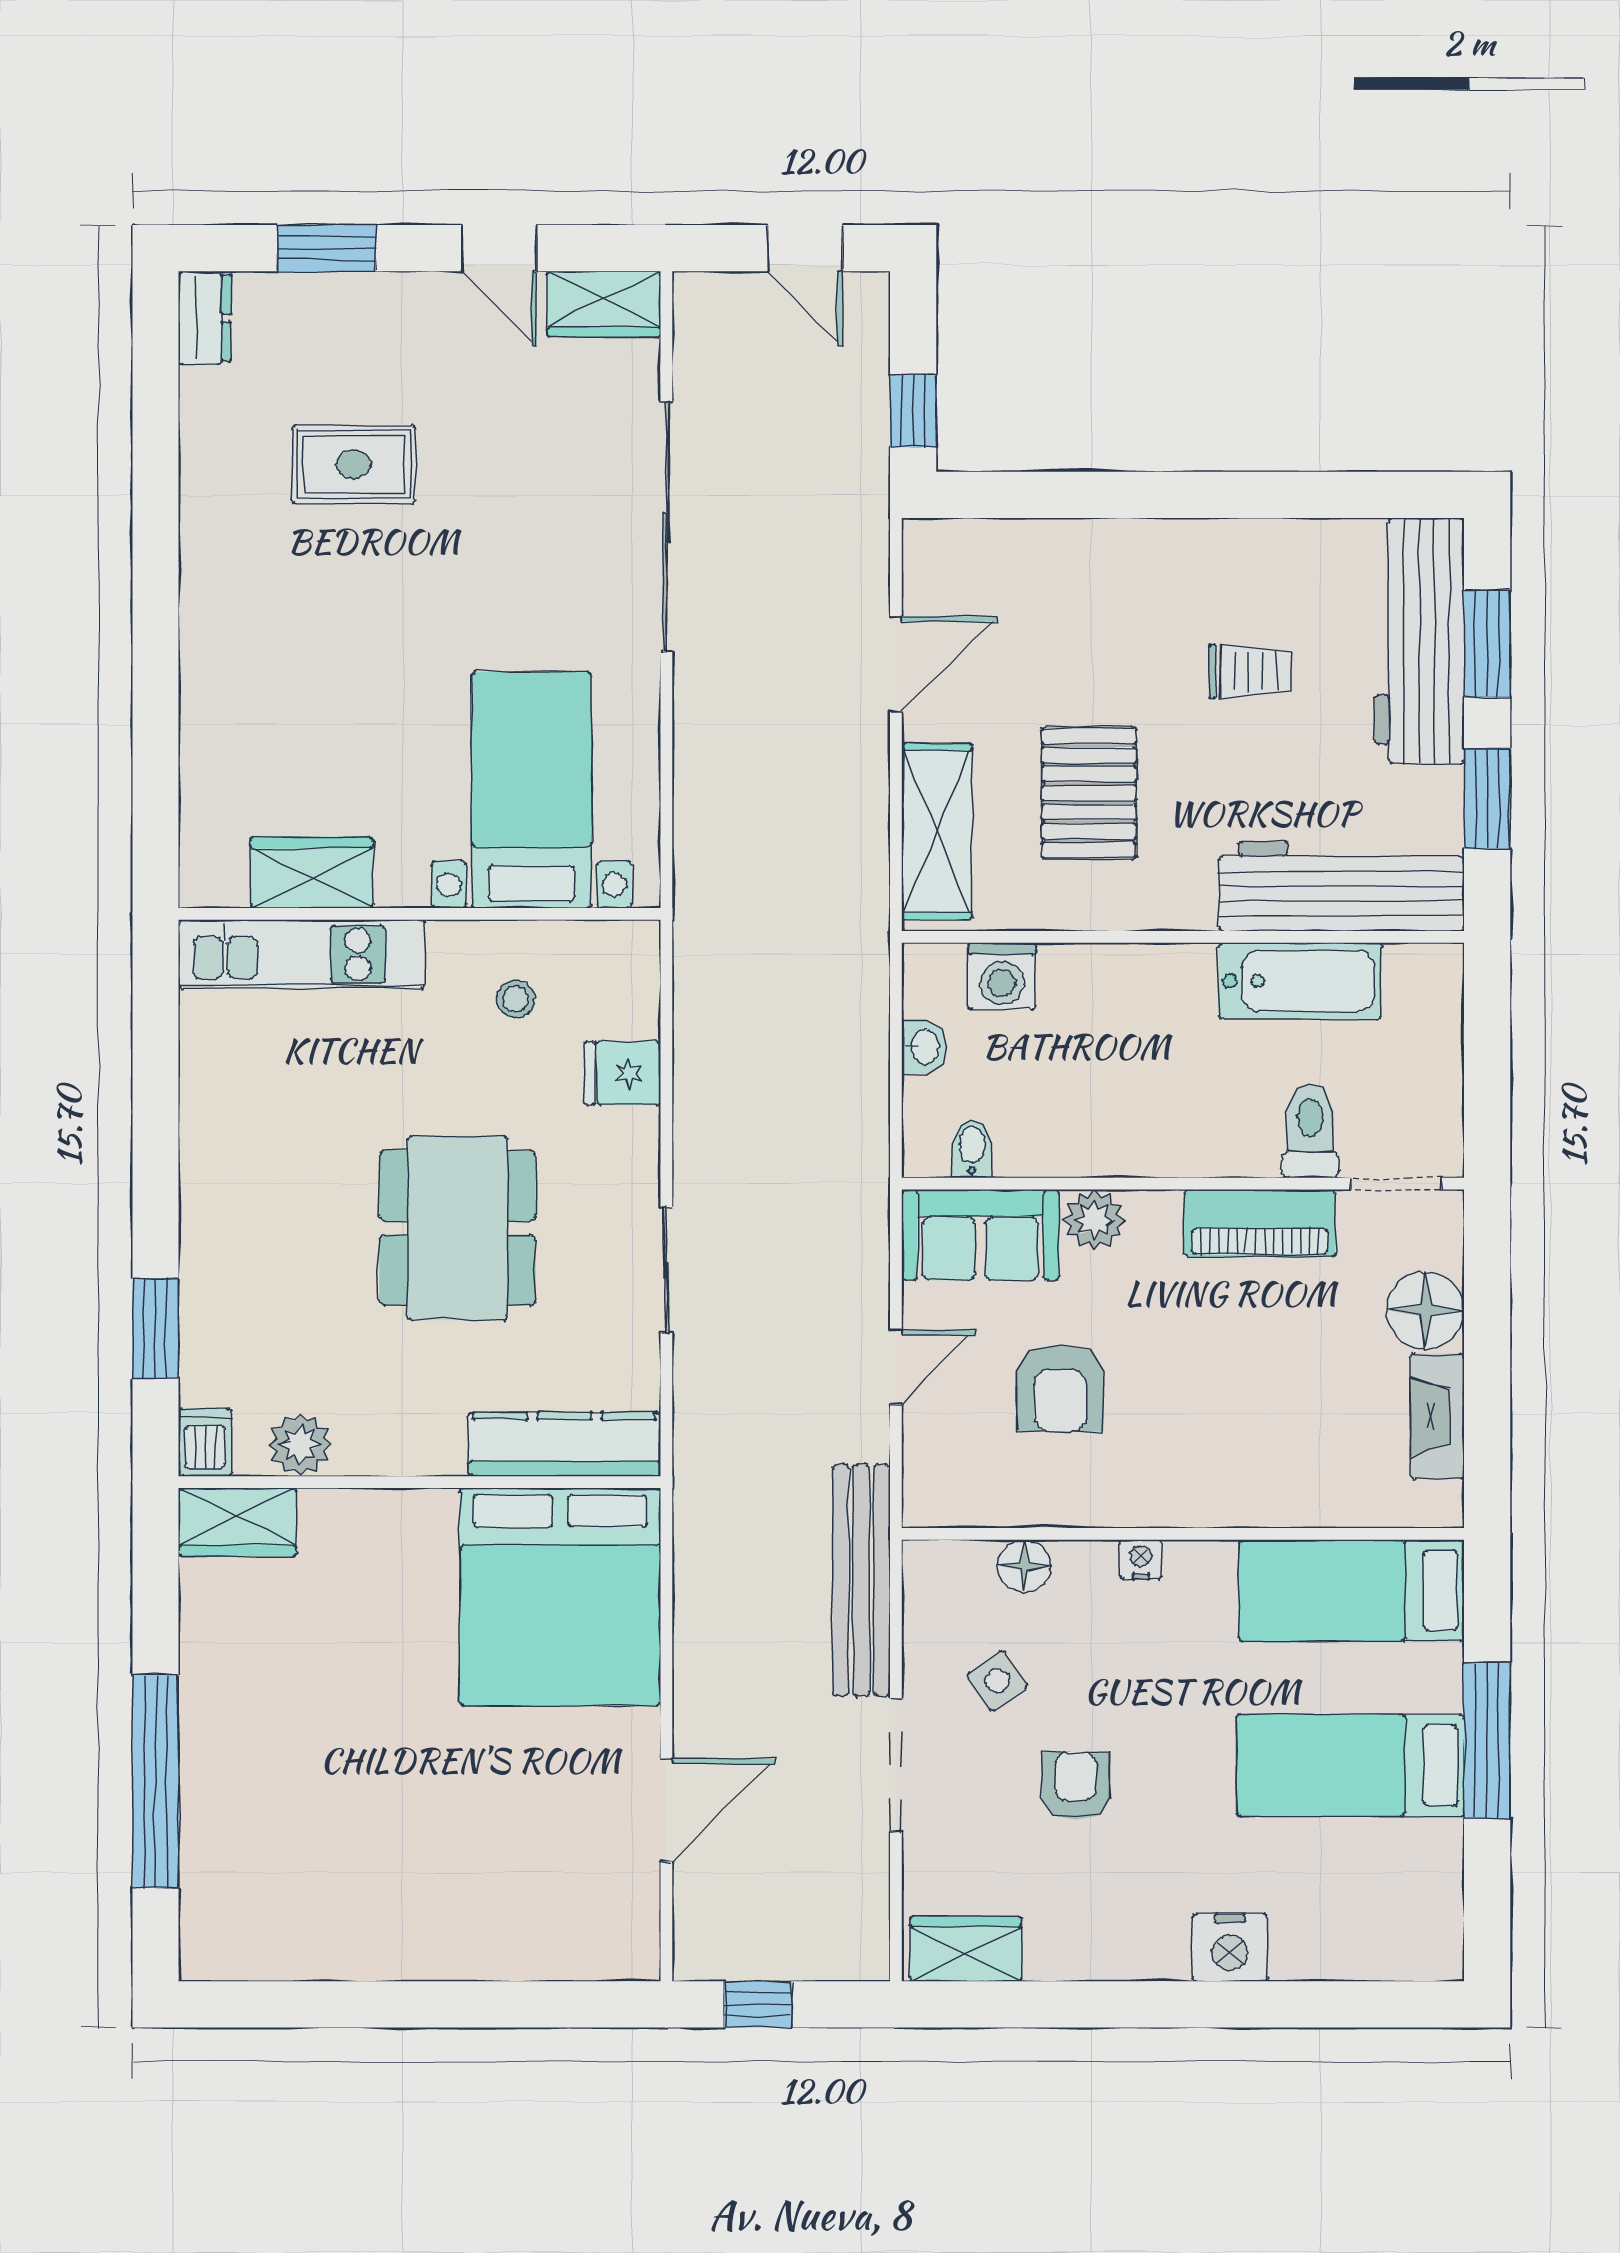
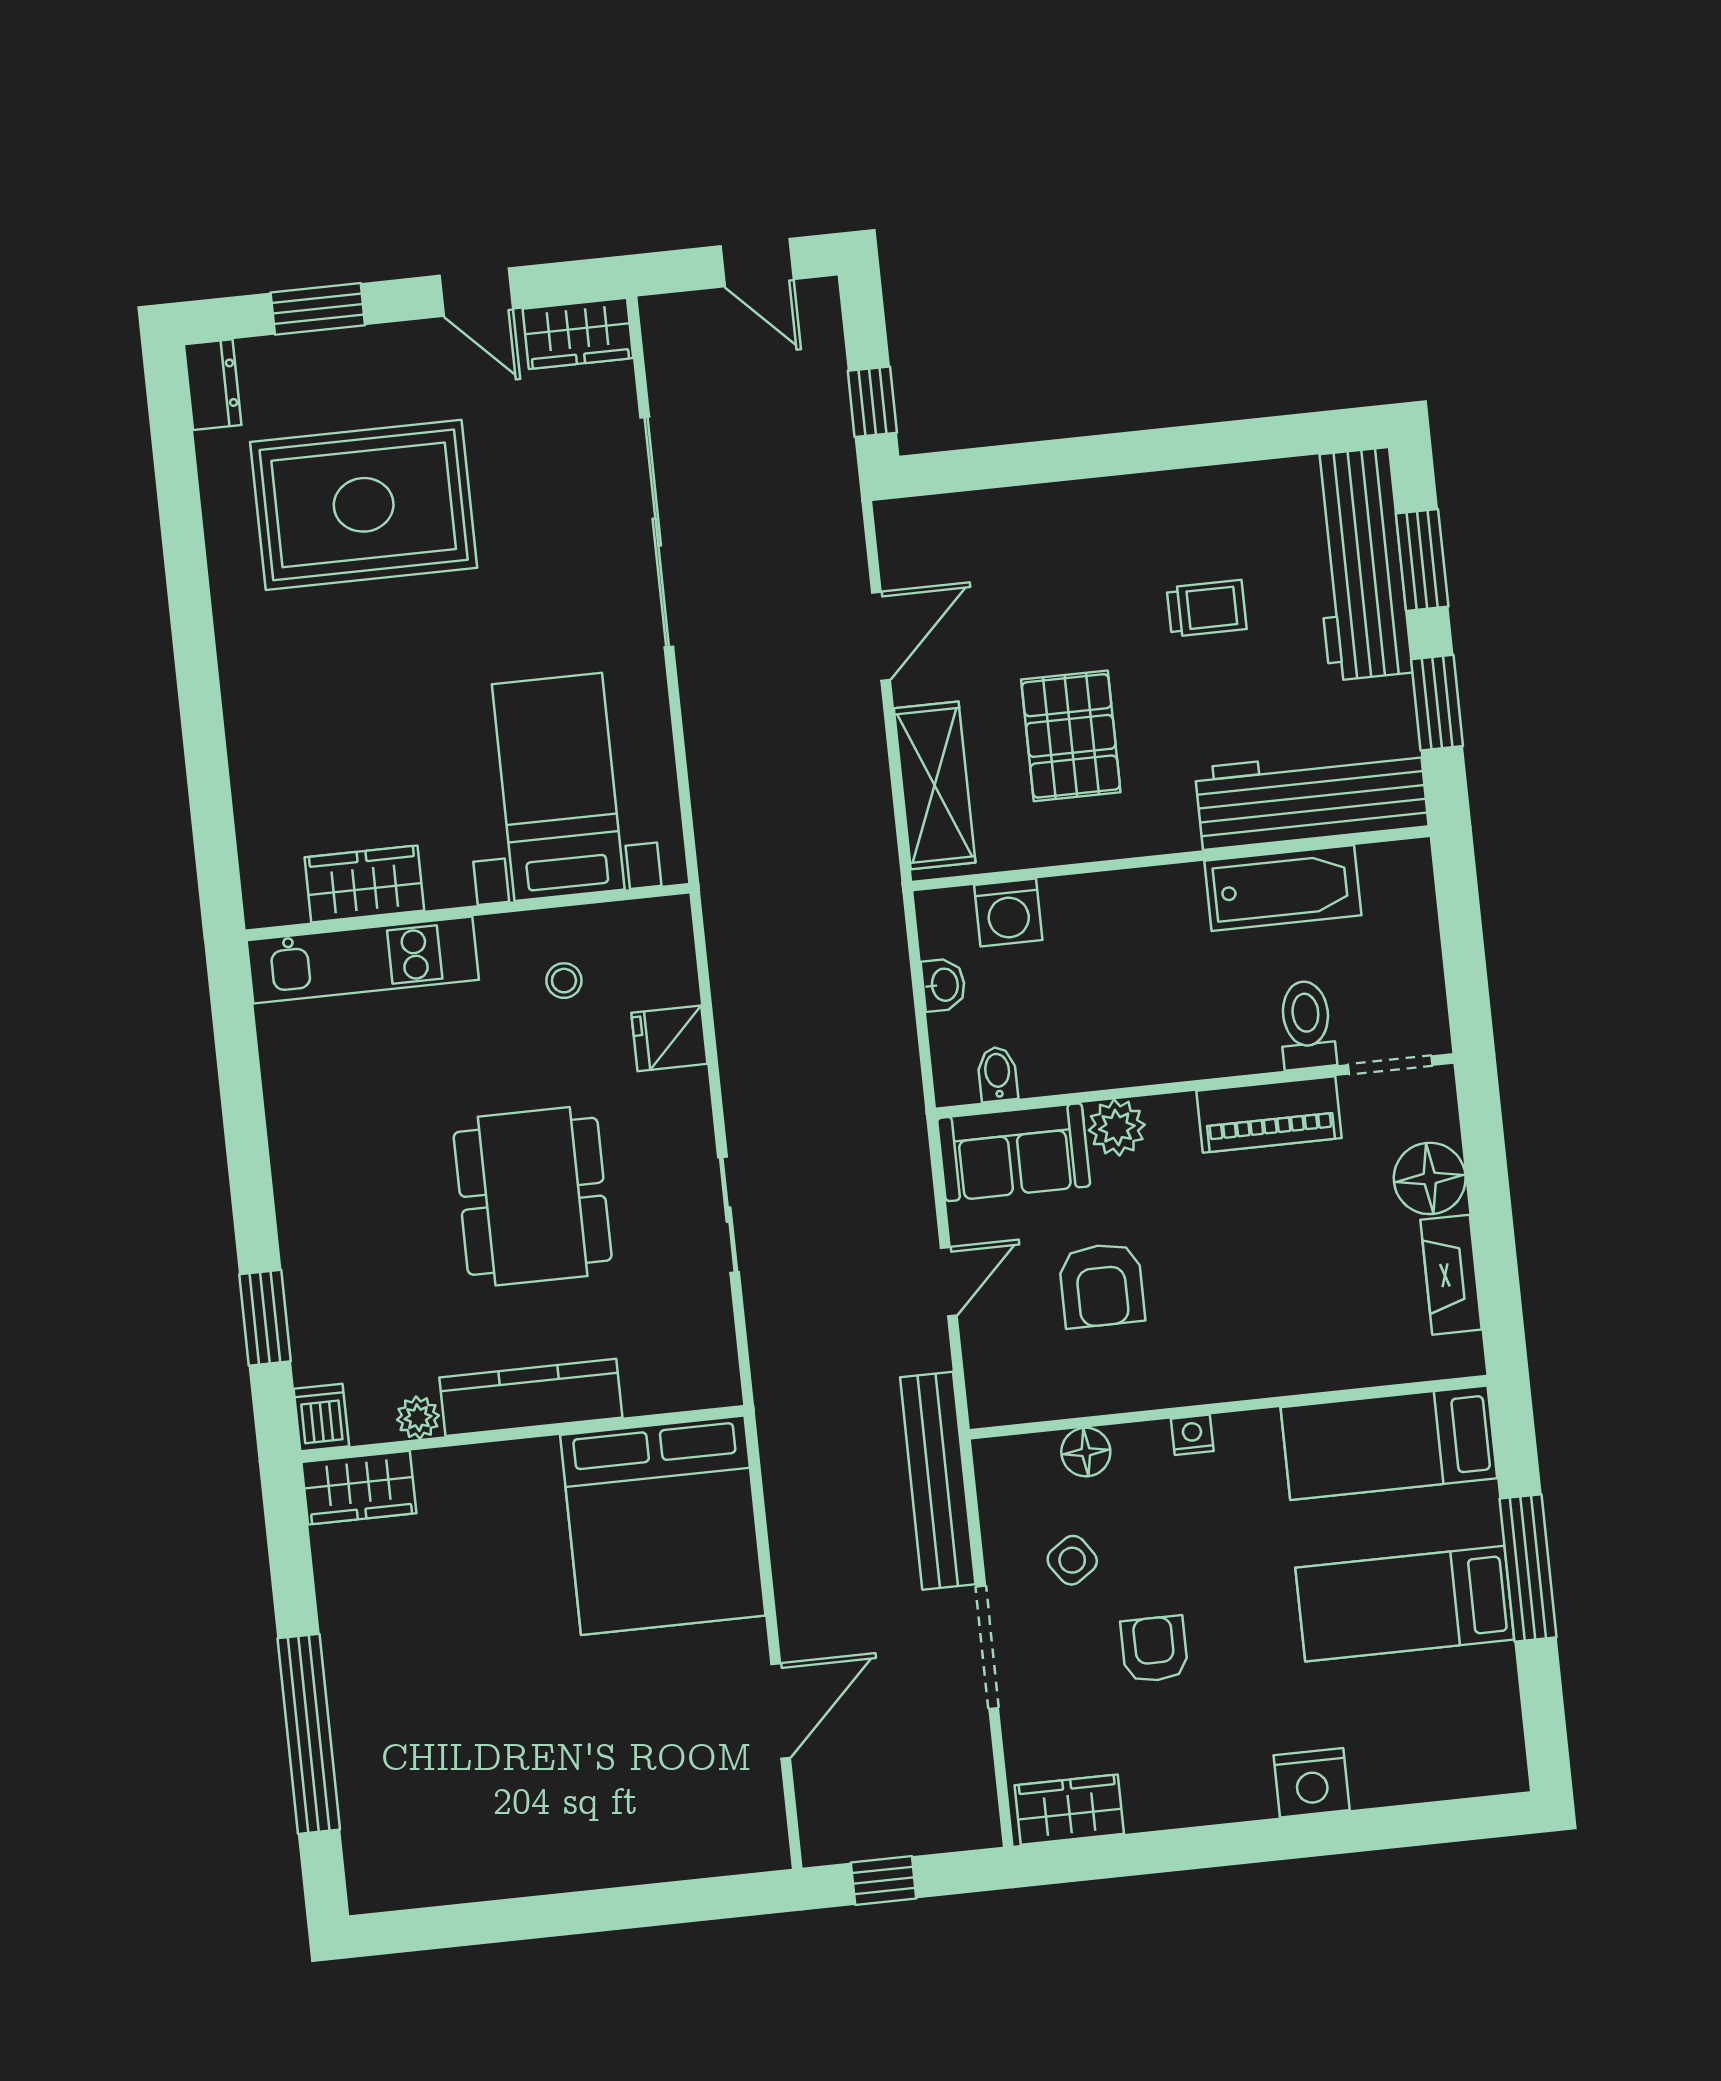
rug: (354, 464) -> (364, 505), width x1.86, depth x2.06
kitchen counter: (564, 1444) -> (531, 1397), moved
plant: (300, 1445) -> (418, 1418), width x0.73, depth x0.73

